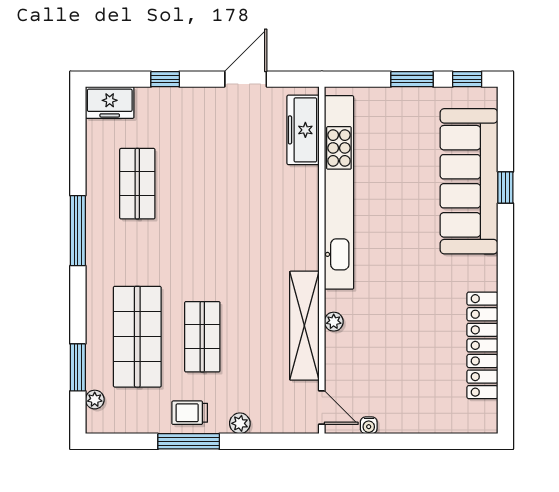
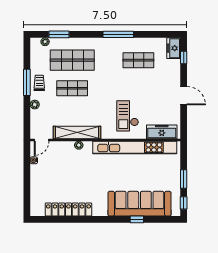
window: (165, 79) -> (184, 58), moved
door: (246, 79) -> (184, 96), moved
checkout: (266, 209) -> (128, 116), added

